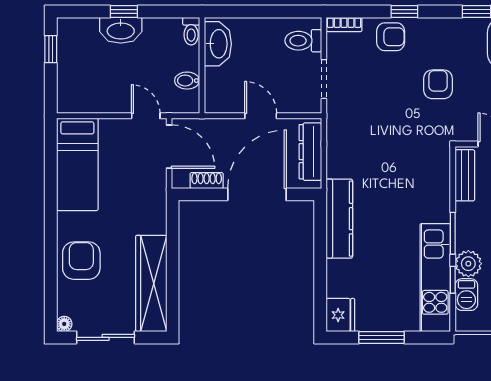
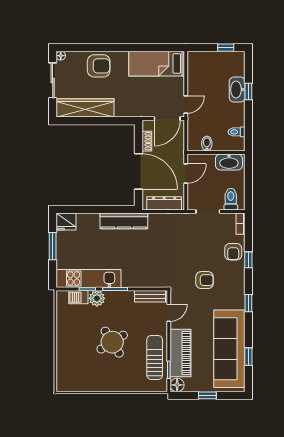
washbasin: (218, 44) -> (229, 162), moved
wall: (202, 65) -> (216, 152), moved
bidet: (187, 81) -> (207, 144), moved

